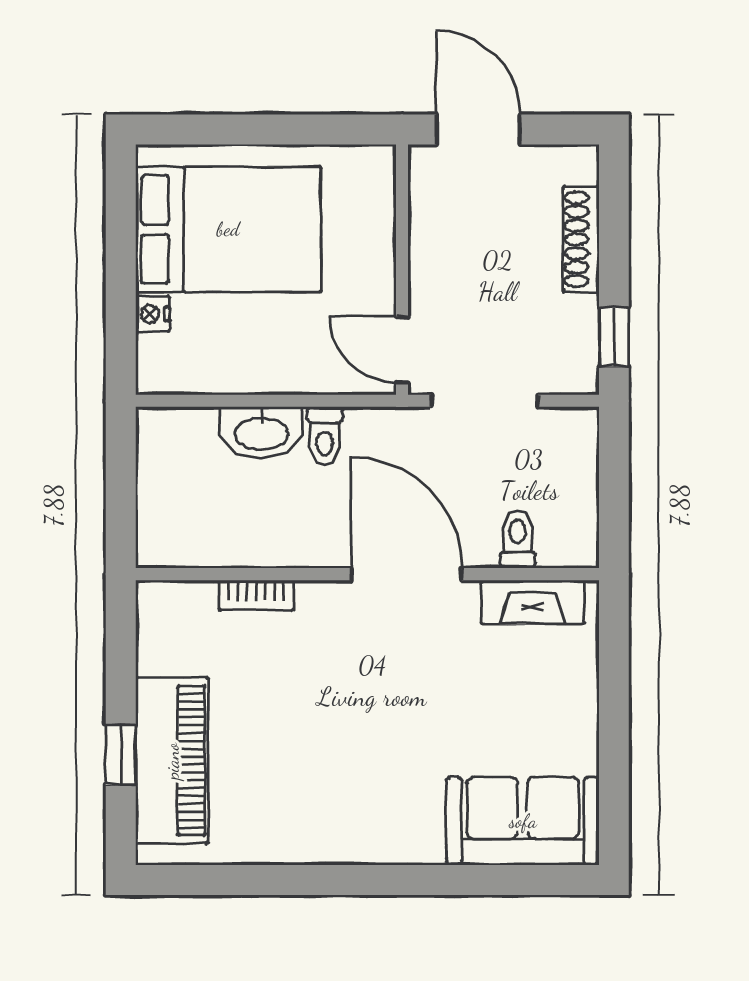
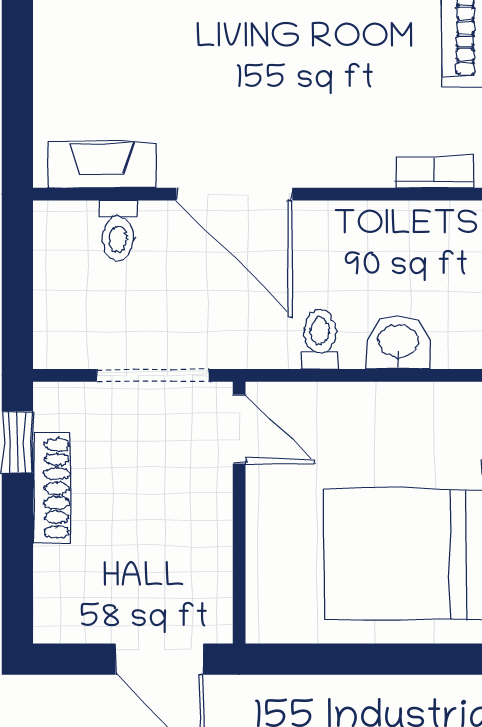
shoe rack: (581, 239) -> (52, 488), moved
washbasin: (262, 432) -> (398, 342), width x0.72
bookcase: (256, 595) -> (434, 172), moved

